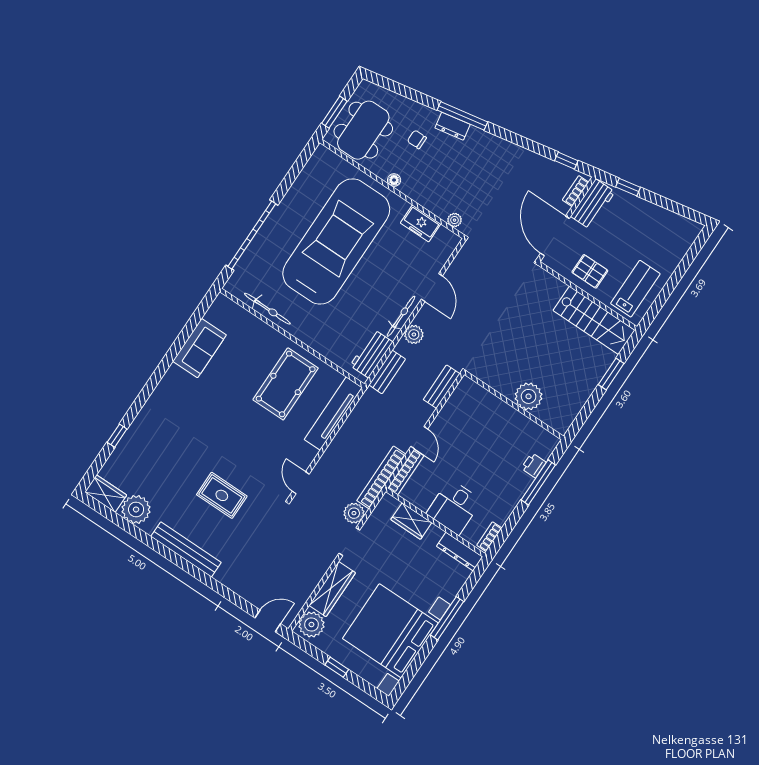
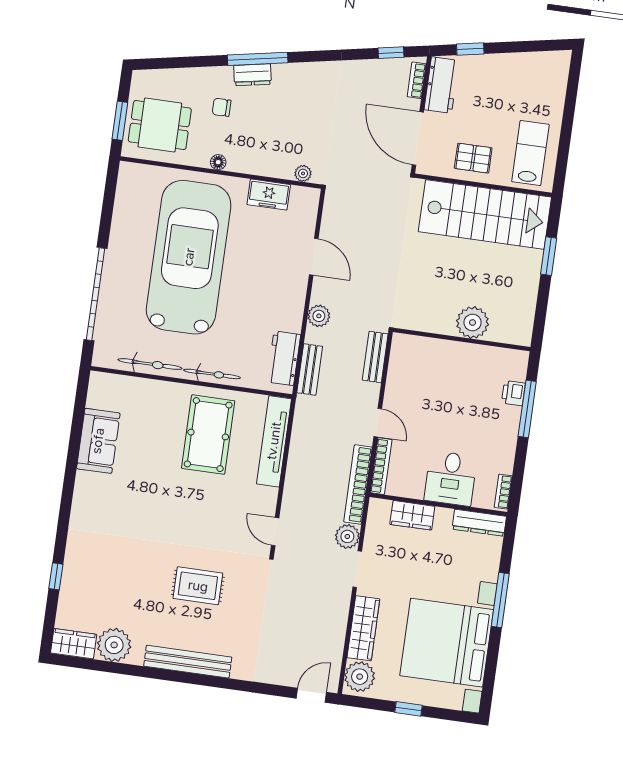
dining table: (363, 130) -> (160, 125), width x0.73
bicycle: (401, 316) -> (212, 374), moved, turned 90
stairs: (594, 320) -> (485, 214), width x1.36, depth x1.51

